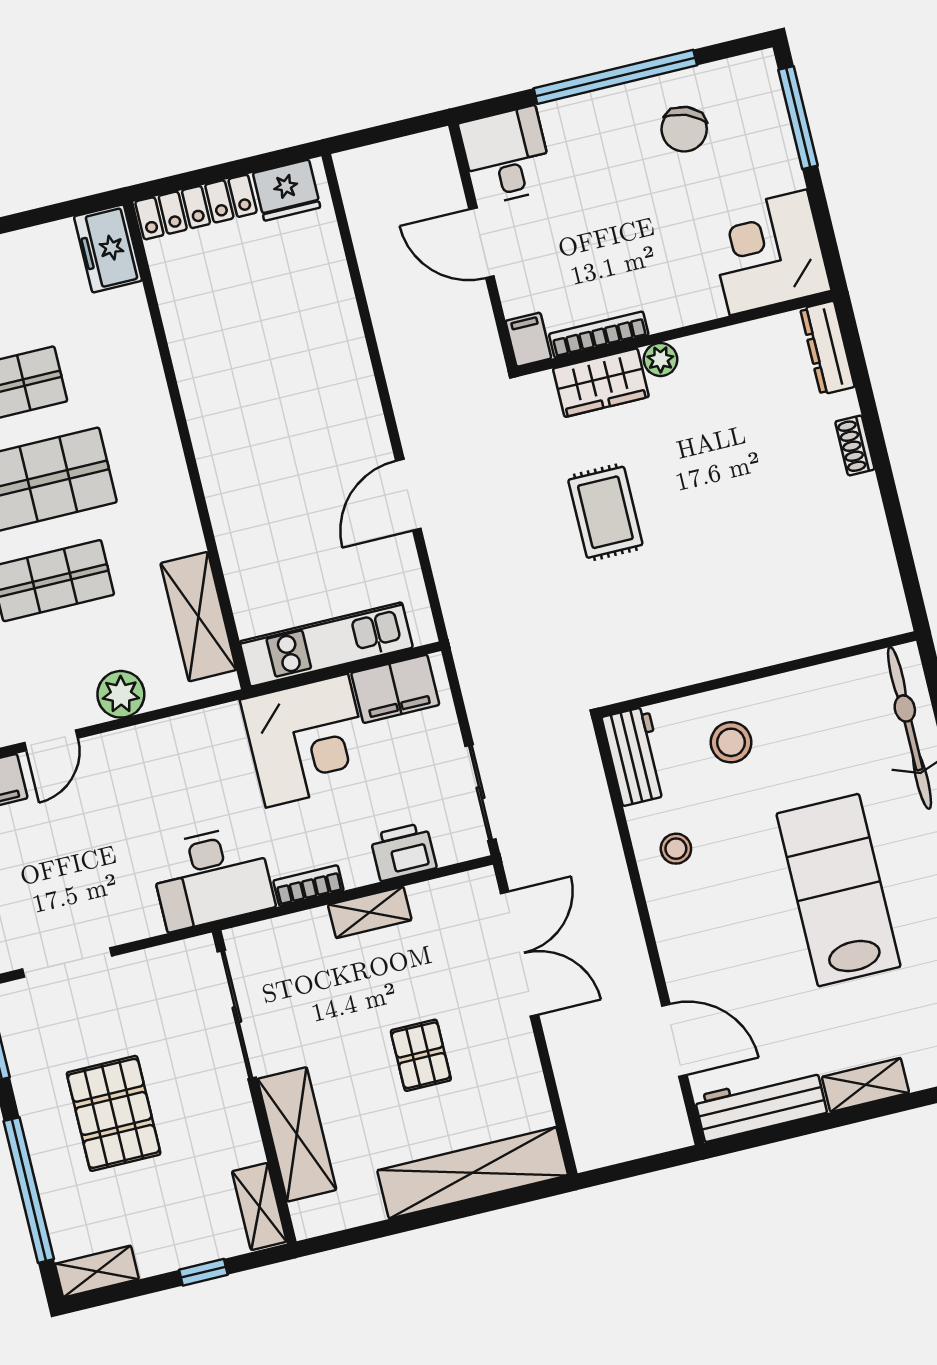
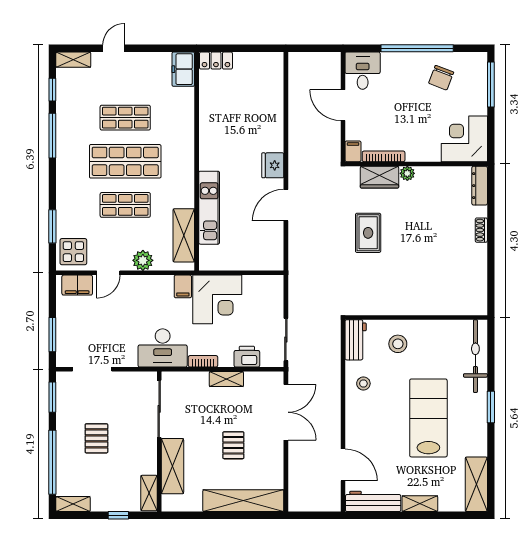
fridge: (287, 190) -> (273, 165), moved, turned 90
locker: (196, 207) -> (216, 61), width x0.66
kitchen unit: (326, 644) -> (209, 208), moved, turned 90
filing cabinet: (395, 689) -> (183, 286), moved, width x0.50
pallet: (114, 1113) -> (96, 438), width x0.67, depth x0.71

